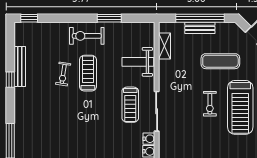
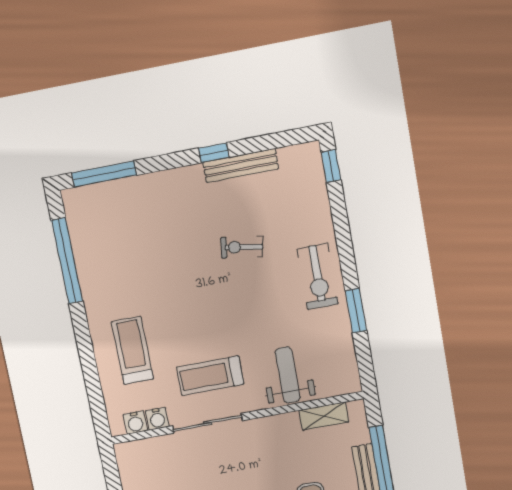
exercise bike: (87, 36) -> (318, 277), turned 180
treadmill: (88, 73) -> (132, 350), moved, turned -90

